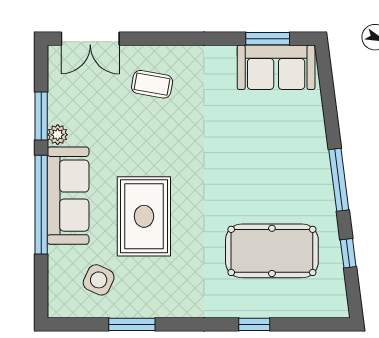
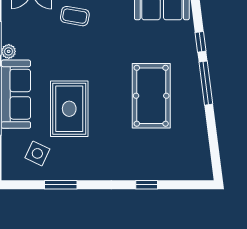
pool table: (272, 251) -> (151, 96), moved, turned 90
window: (348, 253) -> (201, 42), moved

